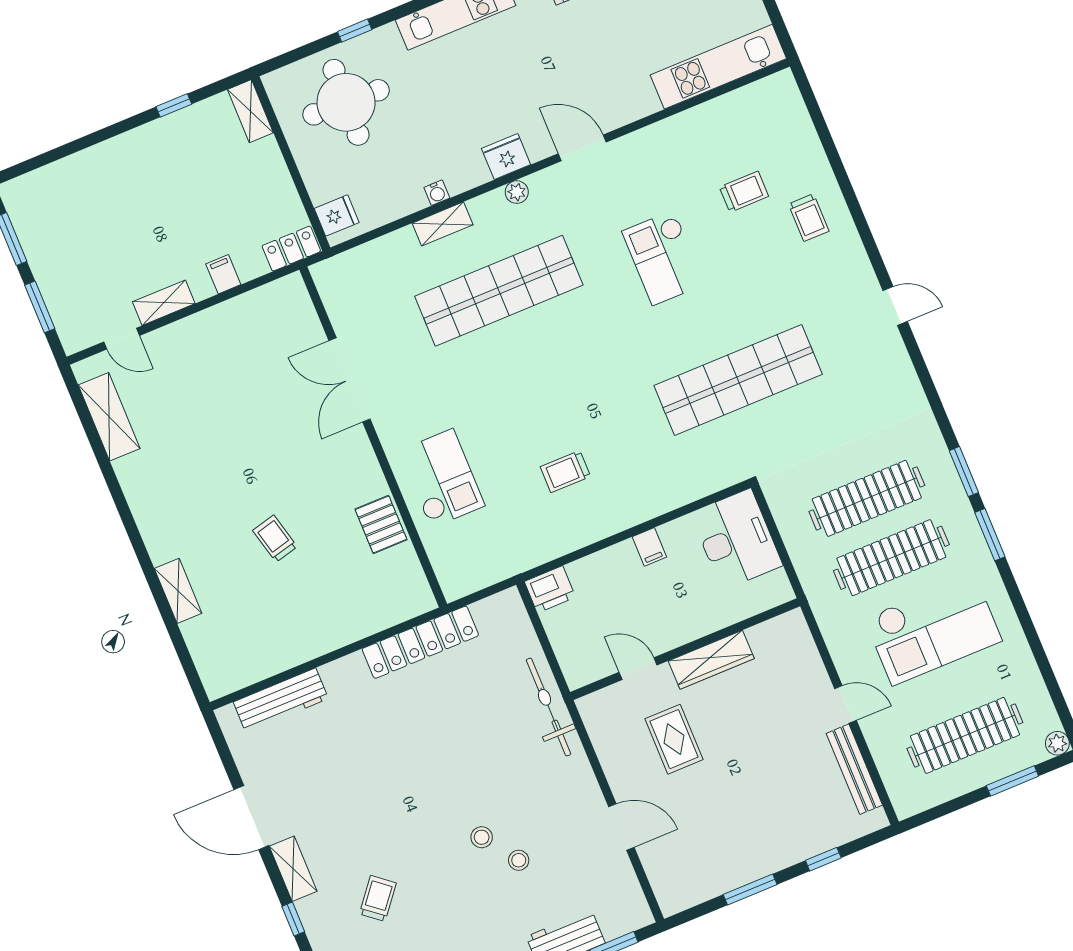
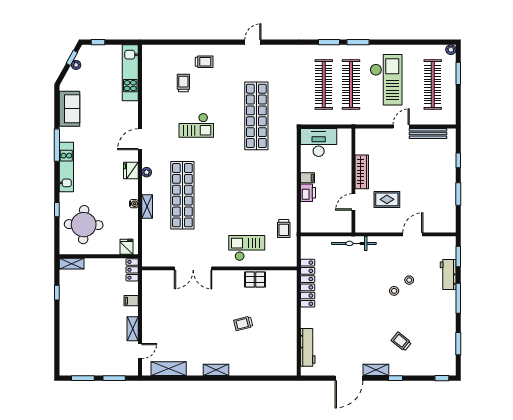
trolley: (565, 472) -> (284, 229), moved
printer: (550, 589) -> (308, 193), moved
shelving: (178, 591) -> (216, 370), moved

